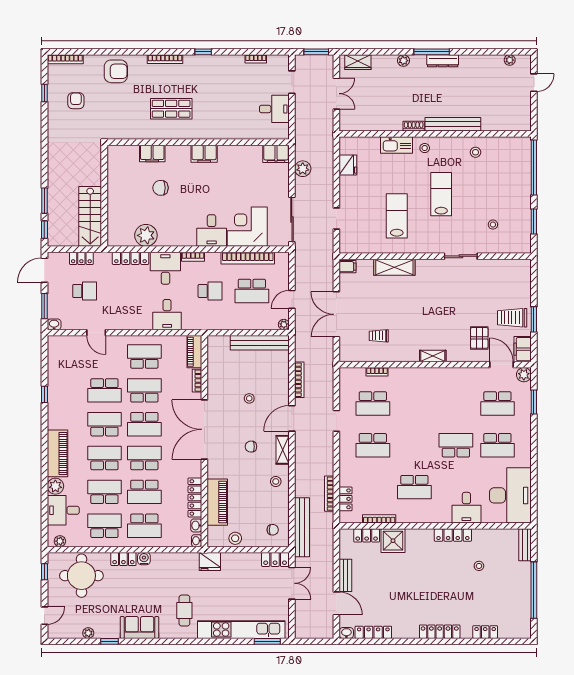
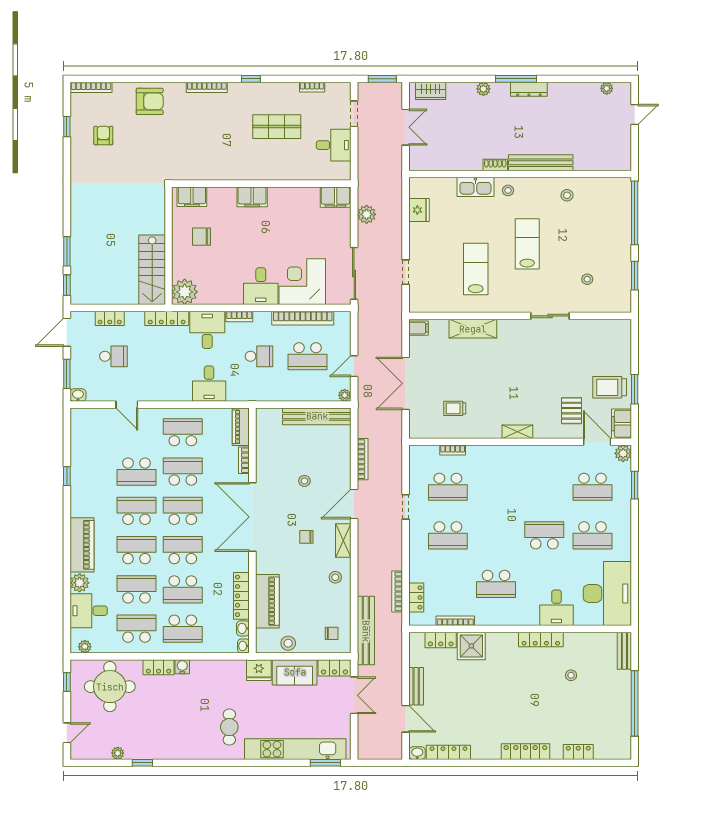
shop shelf: (171, 109) -> (277, 127), moved
wall: (104, 196) -> (169, 246), moved
stairs: (90, 216) -> (152, 270), moved
school desk: (144, 424) -> (183, 511), turned 180
sofa: (139, 627) -> (295, 672), moved, turned 180

